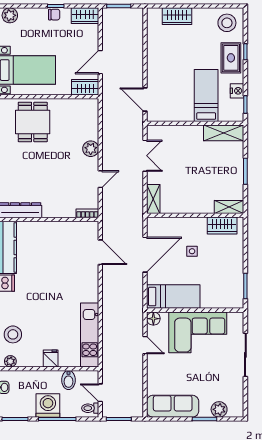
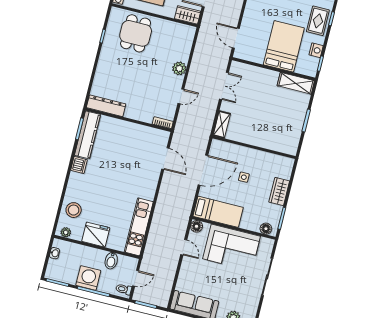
bed: (206, 95) -> (284, 46), width x1.50
shelving: (229, 207) -> (285, 147), removed
wardrobe: (222, 226) -> (279, 192), moved, turned 90
floor lamp: (231, 302) -> (266, 229), added
fridge: (51, 358) -> (96, 235), width x1.88, depth x1.34
door: (100, 393) -> (136, 278), swing flipped

